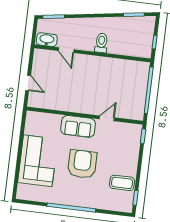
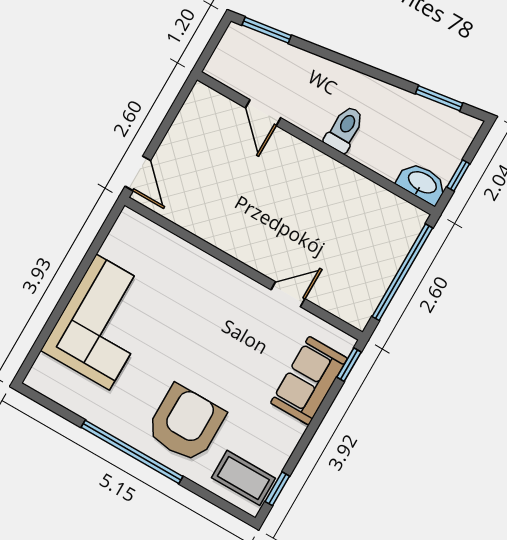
washbasin: (47, 40) -> (422, 183), moved
door: (28, 83) -> (138, 173), moved
sofa: (78, 126) -> (309, 381), moved, turned 90
armchair: (82, 164) -> (186, 424), moved
coffee table: (122, 183) -> (243, 478), moved

